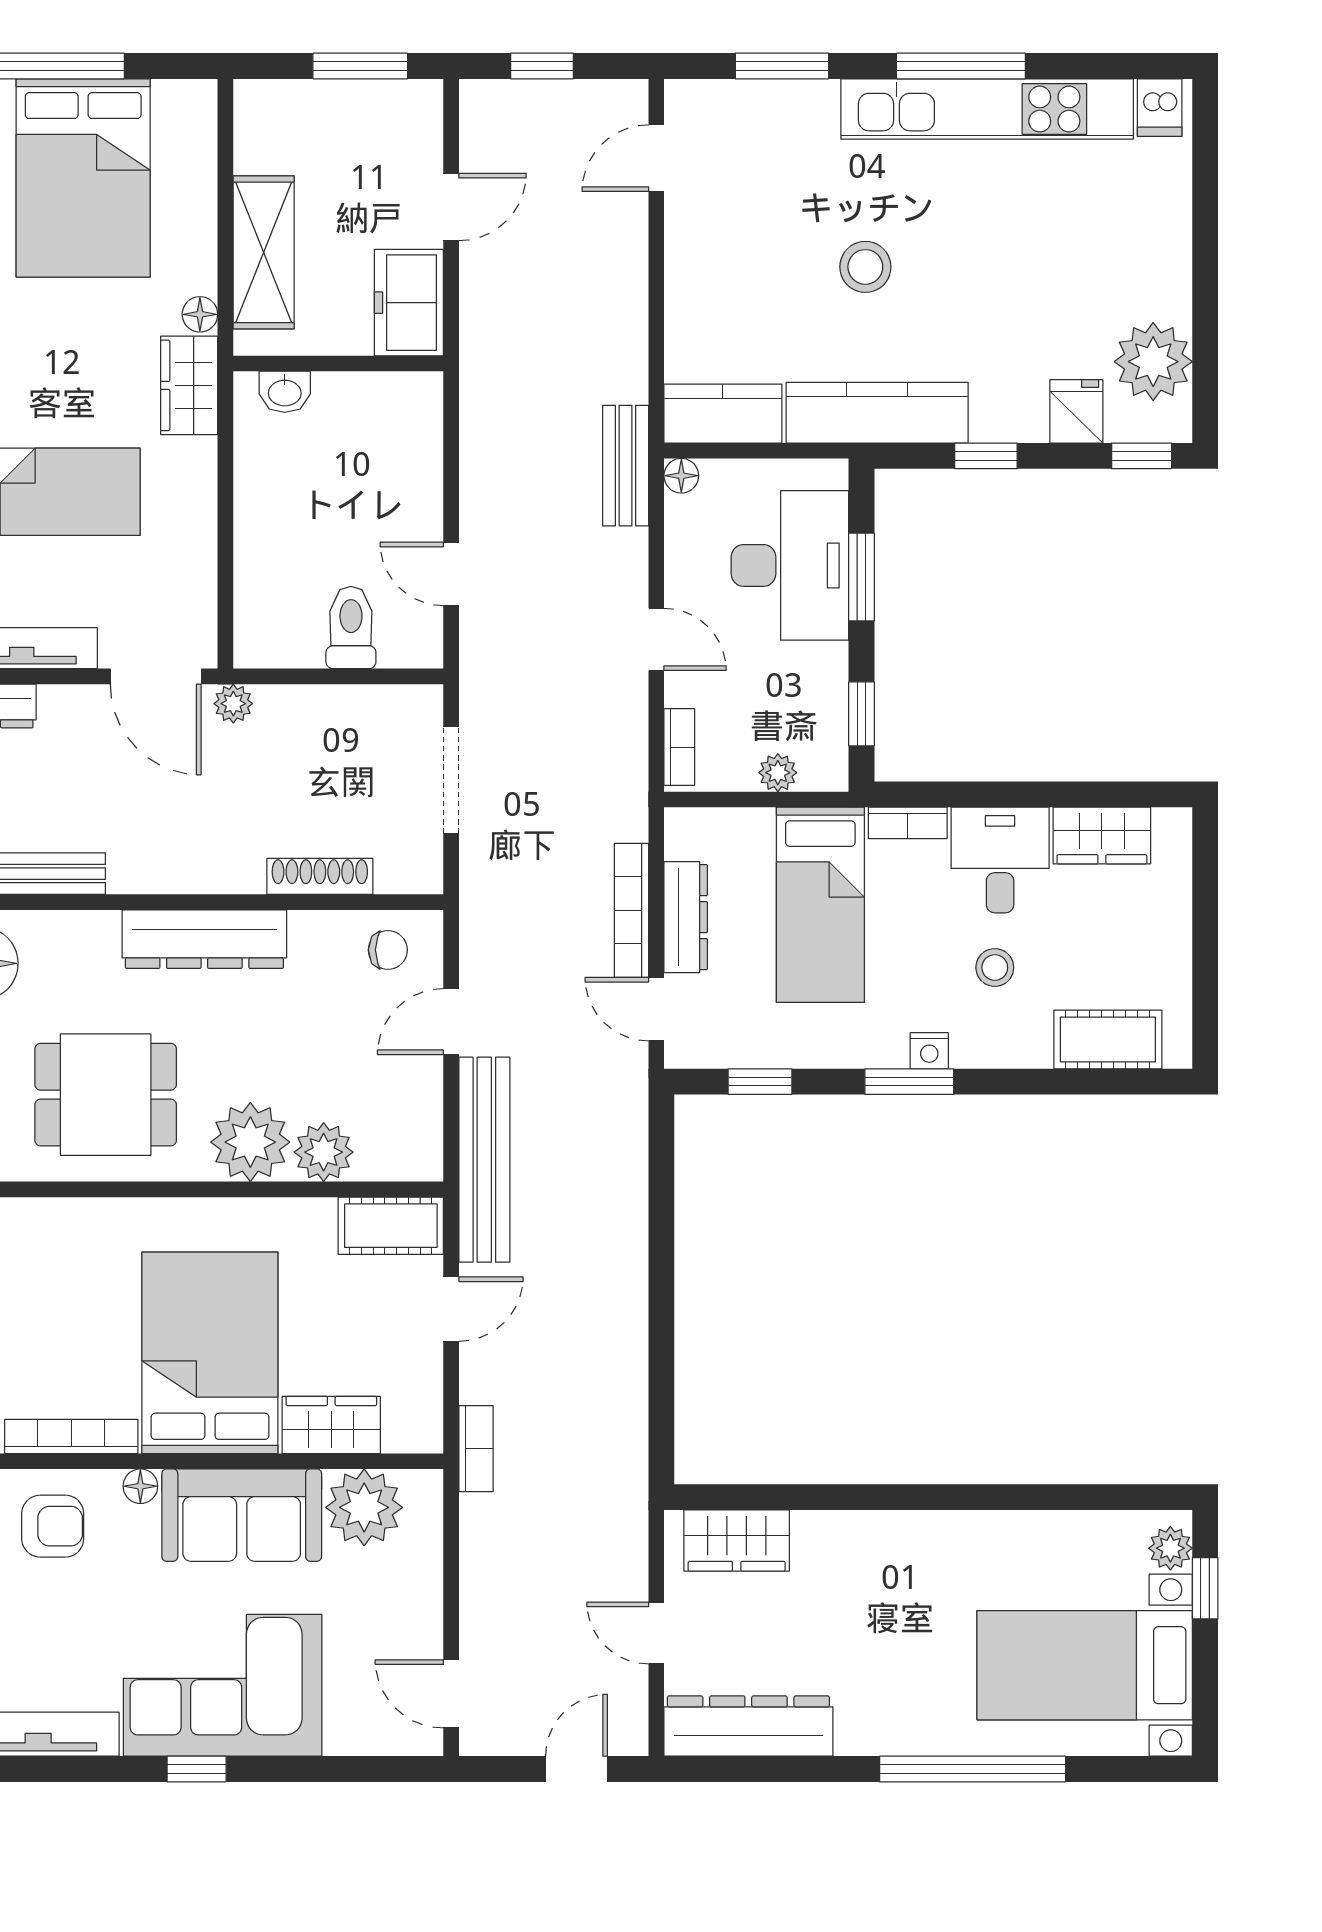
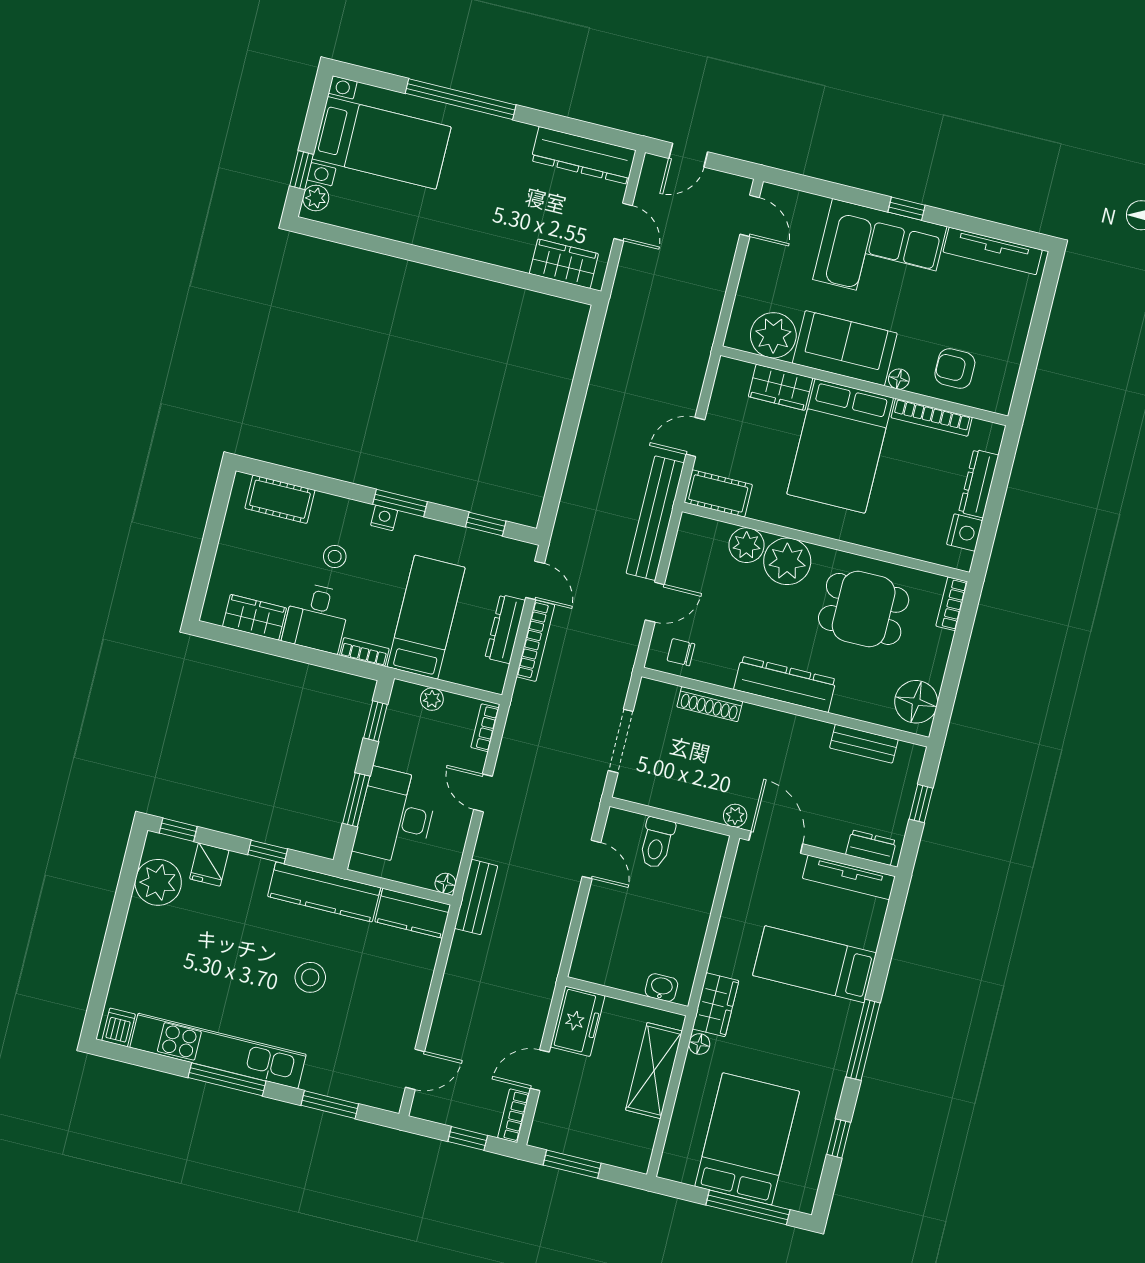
bookcase: (476, 1449) -> (513, 1116), moved

